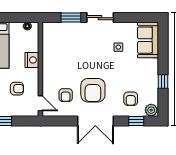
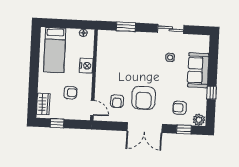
sliding door: (100, 18) -> (171, 29), moved
sofa: (148, 40) -> (198, 70), moved
armchair: (131, 99) -> (180, 108), turned 90

